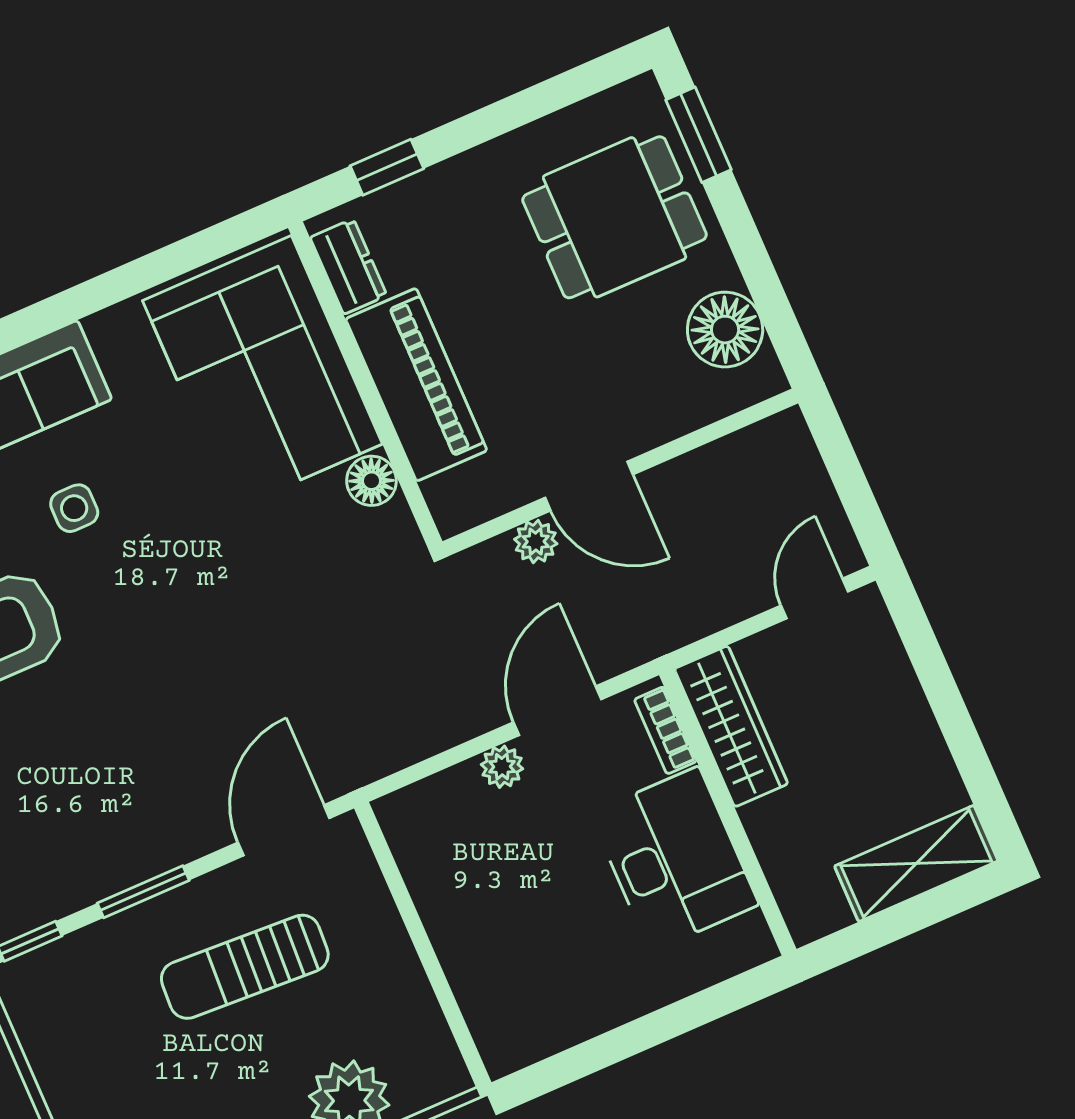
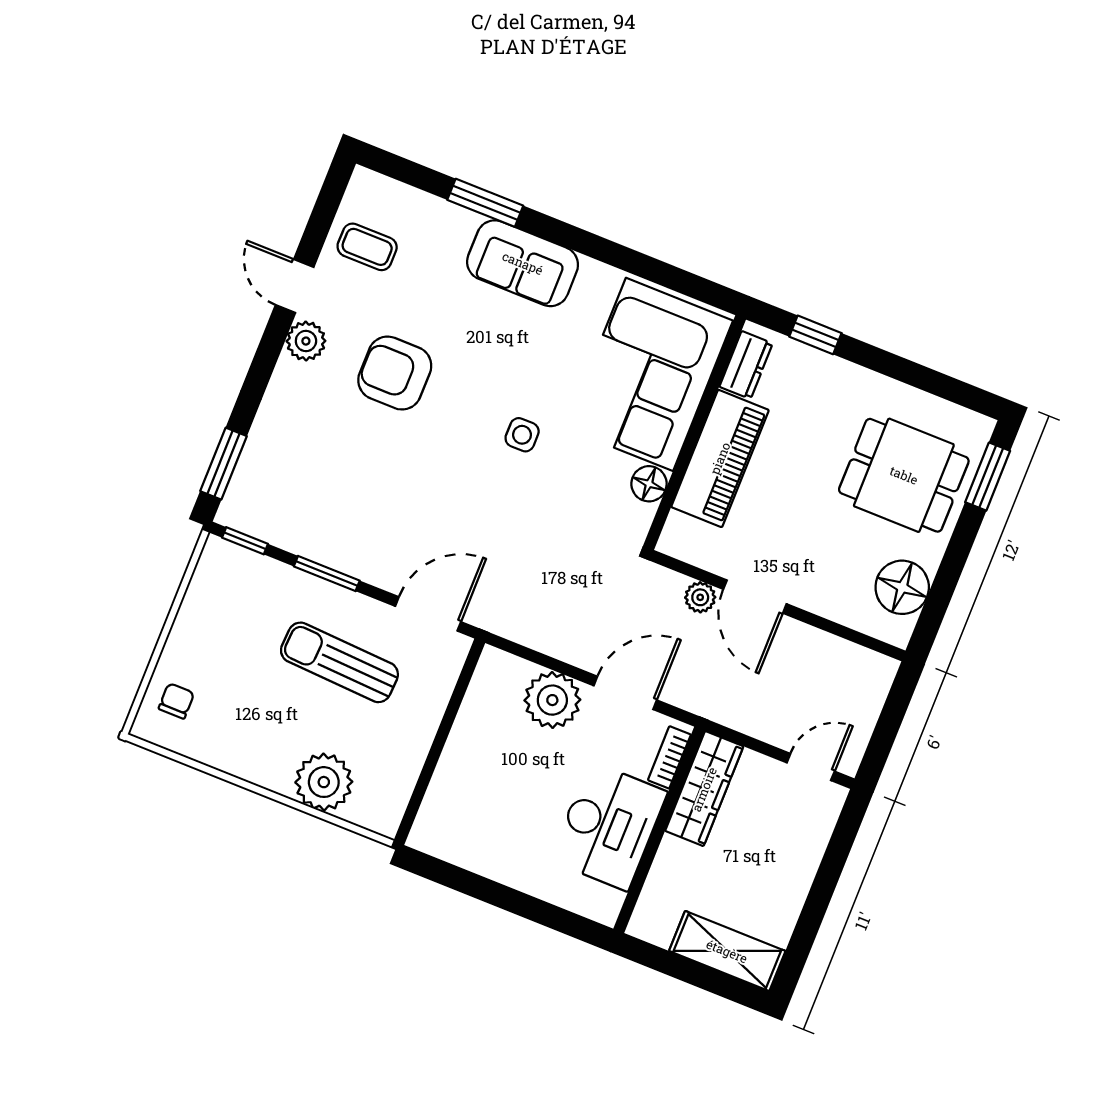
side table: (74, 508) -> (522, 435), moved
plant: (502, 767) -> (552, 700), width x1.87, depth x1.87

